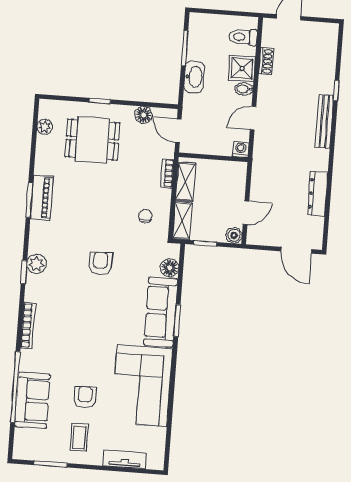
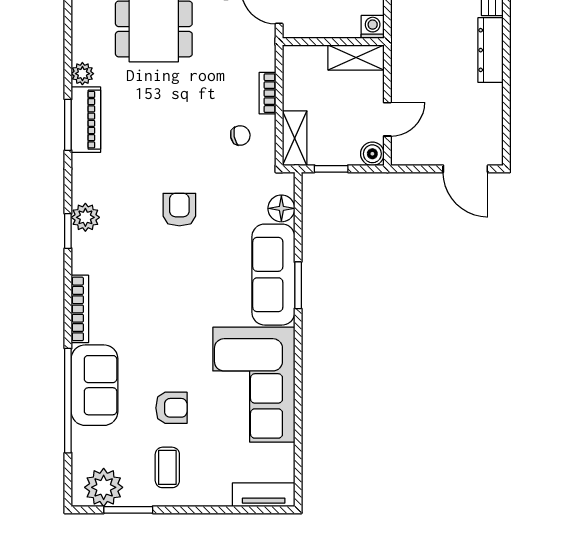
plant: (45, 127) -> (82, 74), moved
bookcase: (167, 173) -> (268, 93), moved
shelving: (185, 182) -> (356, 57), moved, turned 90
dresser: (318, 194) -> (491, 50), moved
chair: (146, 216) -> (240, 135), turned 79
armchair: (85, 397) -> (171, 408), turned 90
sofa: (32, 400) -> (95, 385), moved
plant: (35, 448) -> (104, 487), added
tv unit: (125, 459) -> (264, 495), moved

